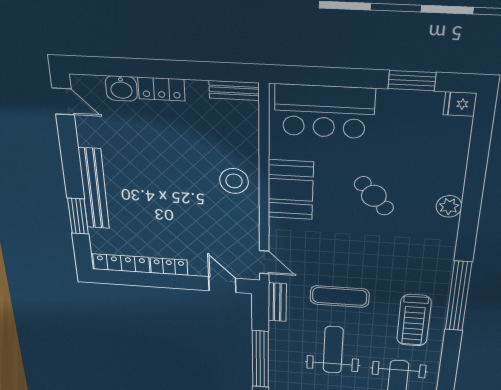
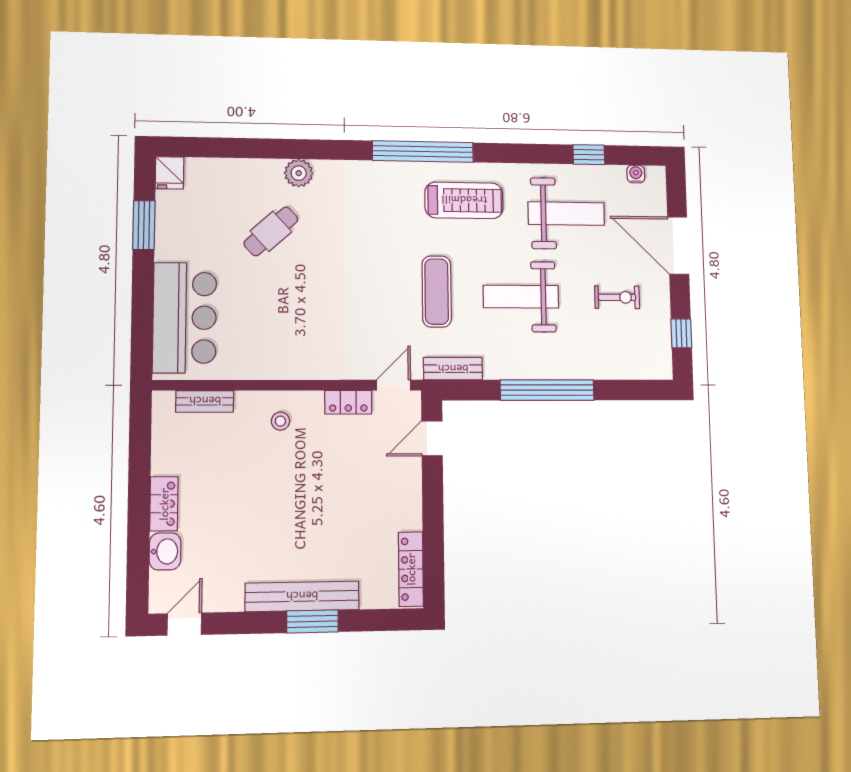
bench: (234, 90) -> (205, 401), moved, turned 90
stool: (234, 181) -> (280, 421), width x0.53, depth x0.53
booth: (291, 190) -> (288, 354), removed
cafe table: (374, 196) -> (271, 231), moved
window: (78, 216) -> (312, 621), moved
locker: (169, 266) -> (348, 402), moved, turned -90

